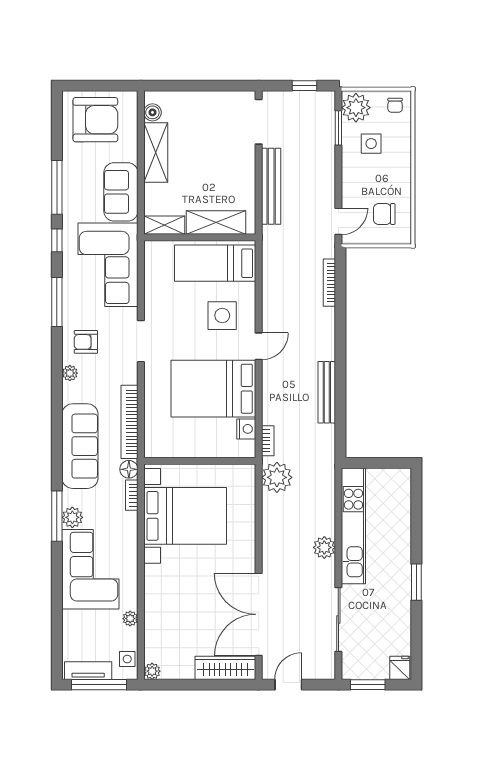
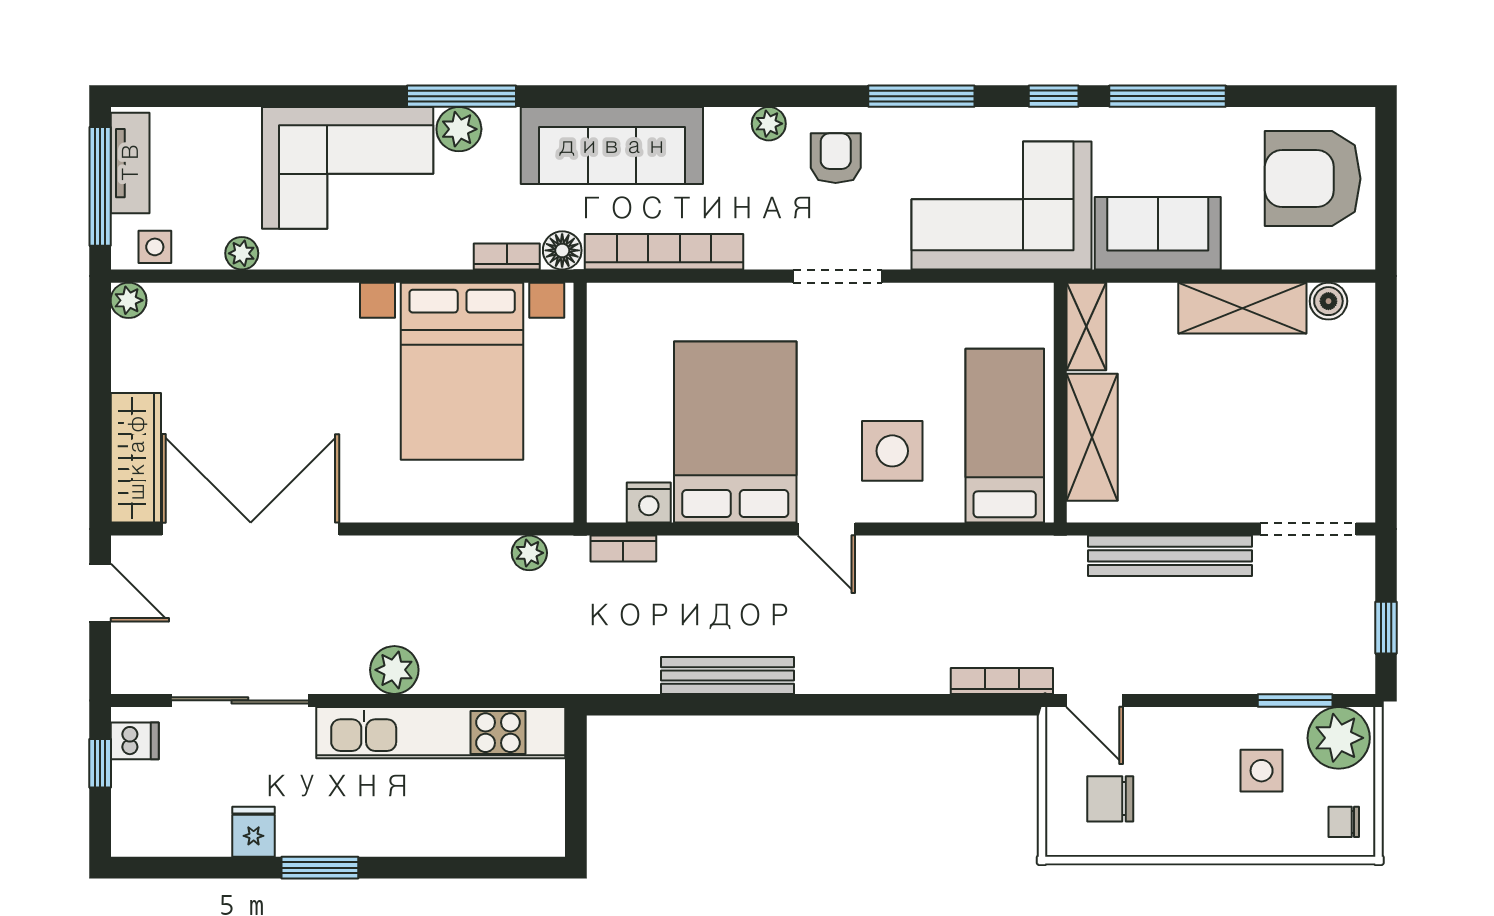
armchair: (95, 120) -> (1313, 179), turned 90
chair: (384, 214) -> (1110, 799), turned -90
bookcase: (329, 283) -> (1002, 681), moved
plant: (277, 477) -> (529, 553), width x0.53, depth x0.53
dishwasher: (357, 668) -> (135, 741), added
fridge: (400, 668) -> (254, 832), moved, turned -90
window: (368, 685) -> (100, 763), width x0.67

